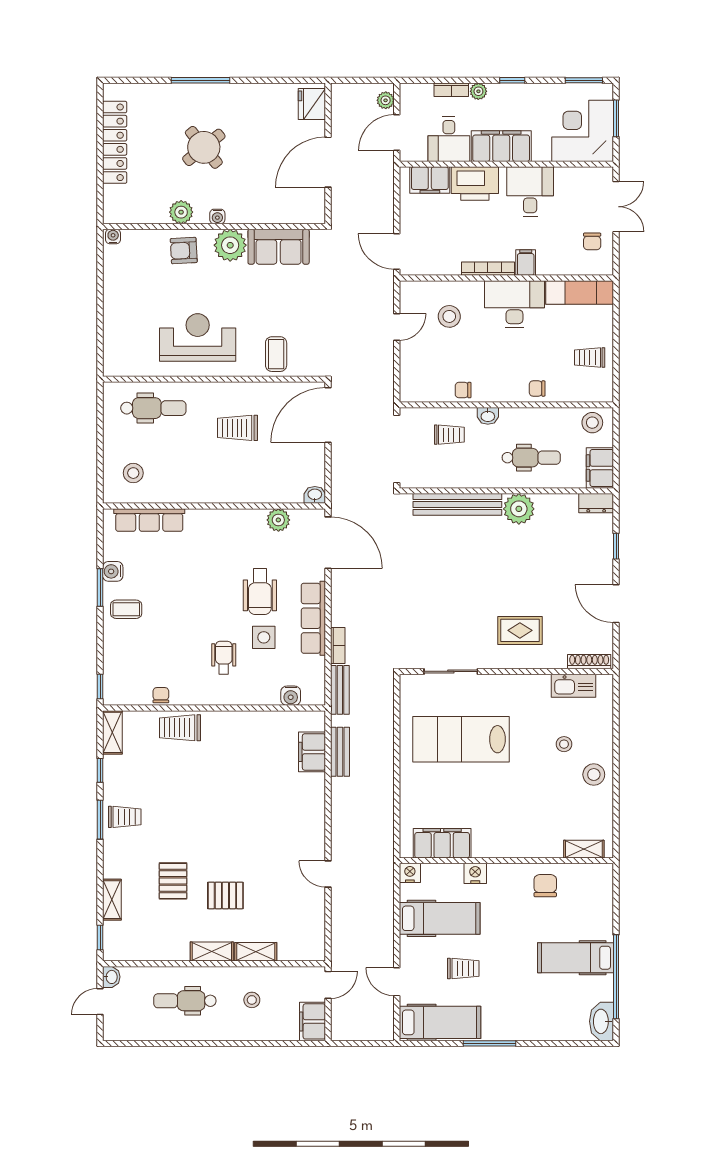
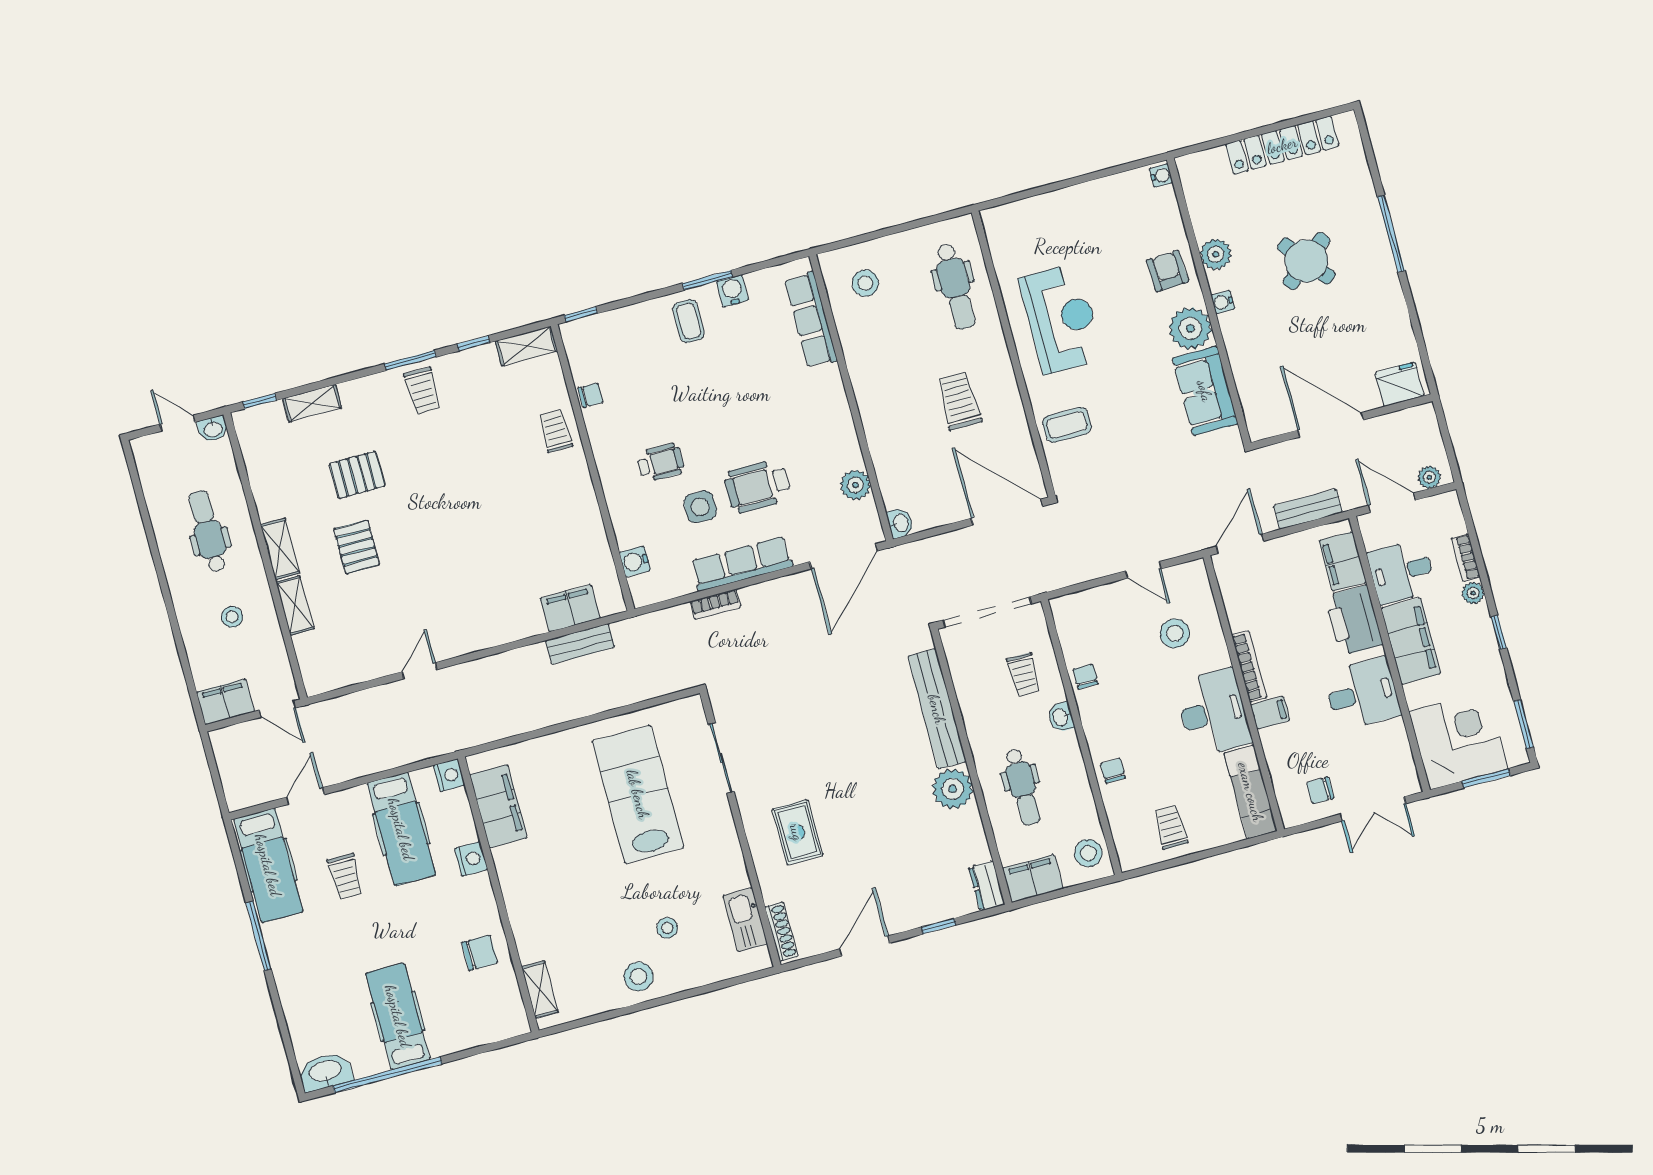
bench: (340, 690) -> (1308, 509), moved
trolley: (180, 728) -> (555, 431), width x0.73, depth x0.72

